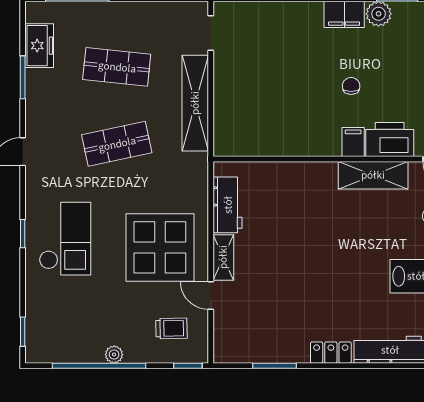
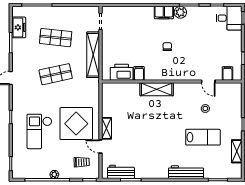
printer: (390, 140) -> (122, 72), moved
filing cabinet: (353, 142) -> (139, 73), moved
shelving: (373, 175) -> (157, 89), moved
workbench: (228, 205) -> (121, 172), moved, turned -90
checkout: (65, 239) -> (39, 131), moved, turned 180
locker: (331, 353) -> (158, 174), removed

